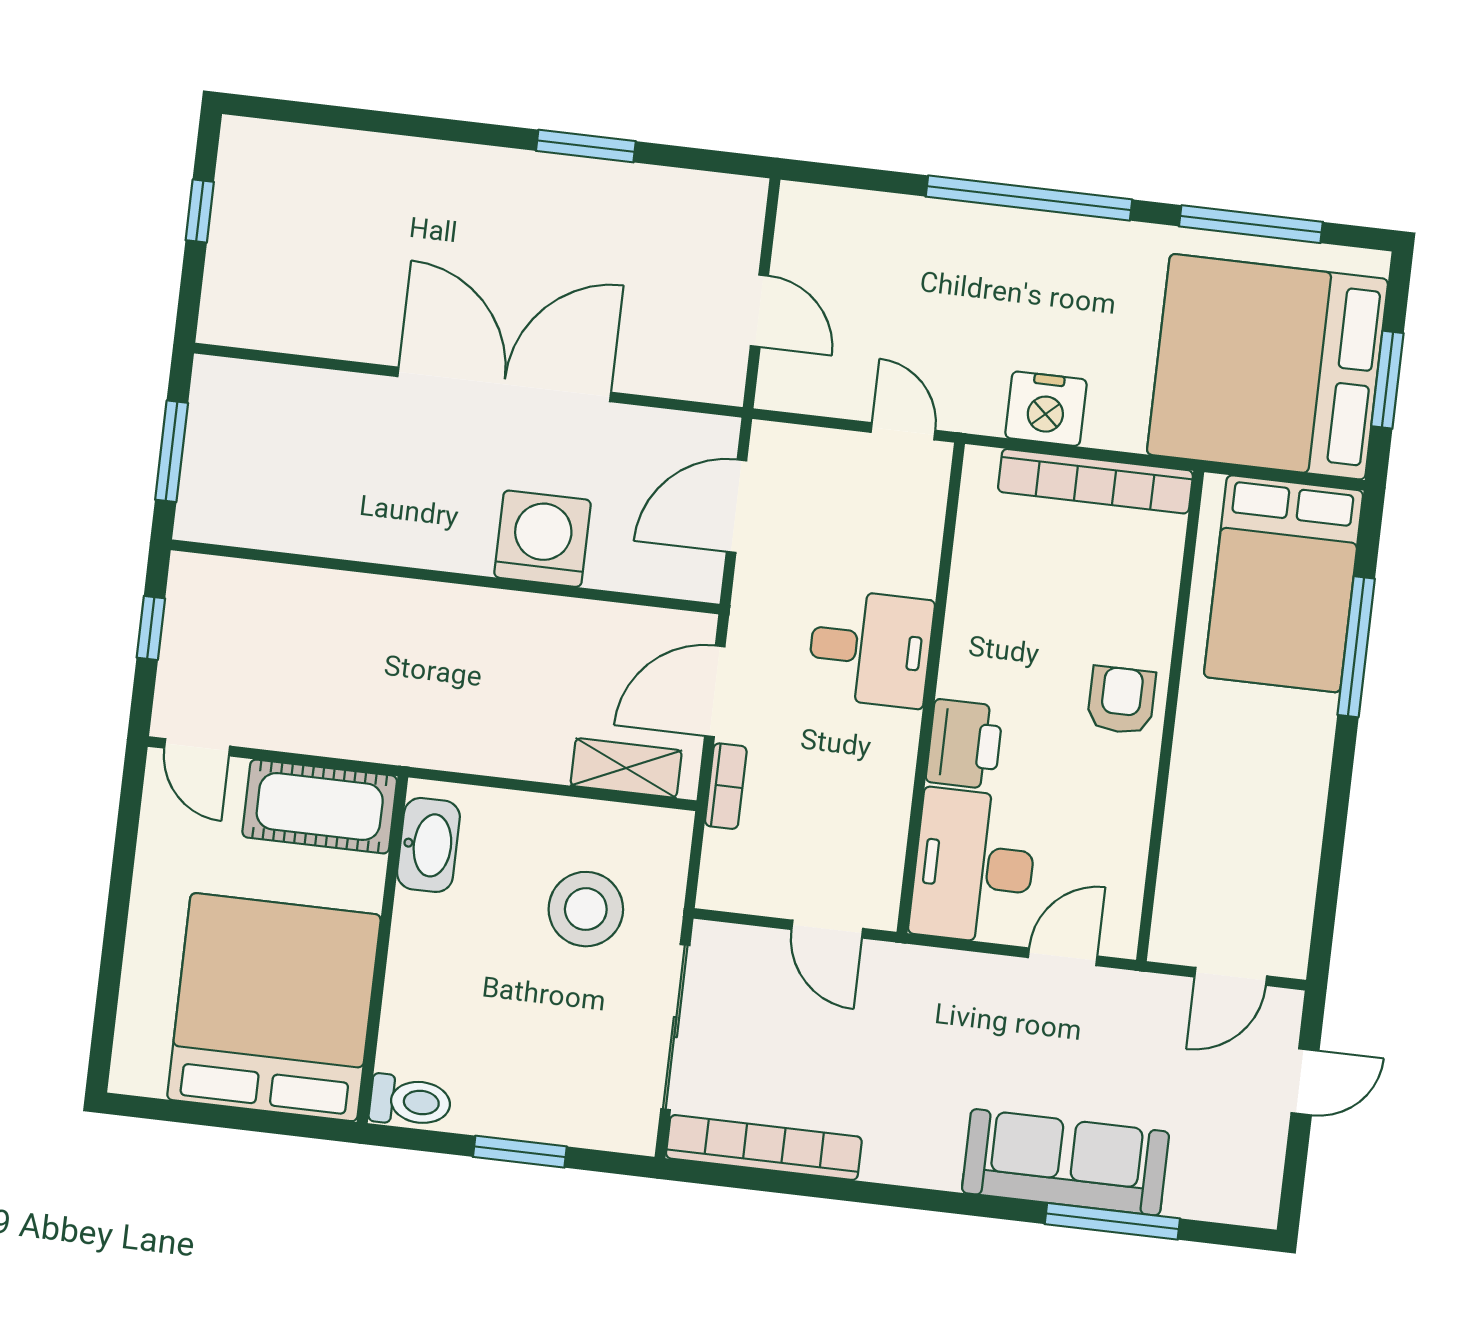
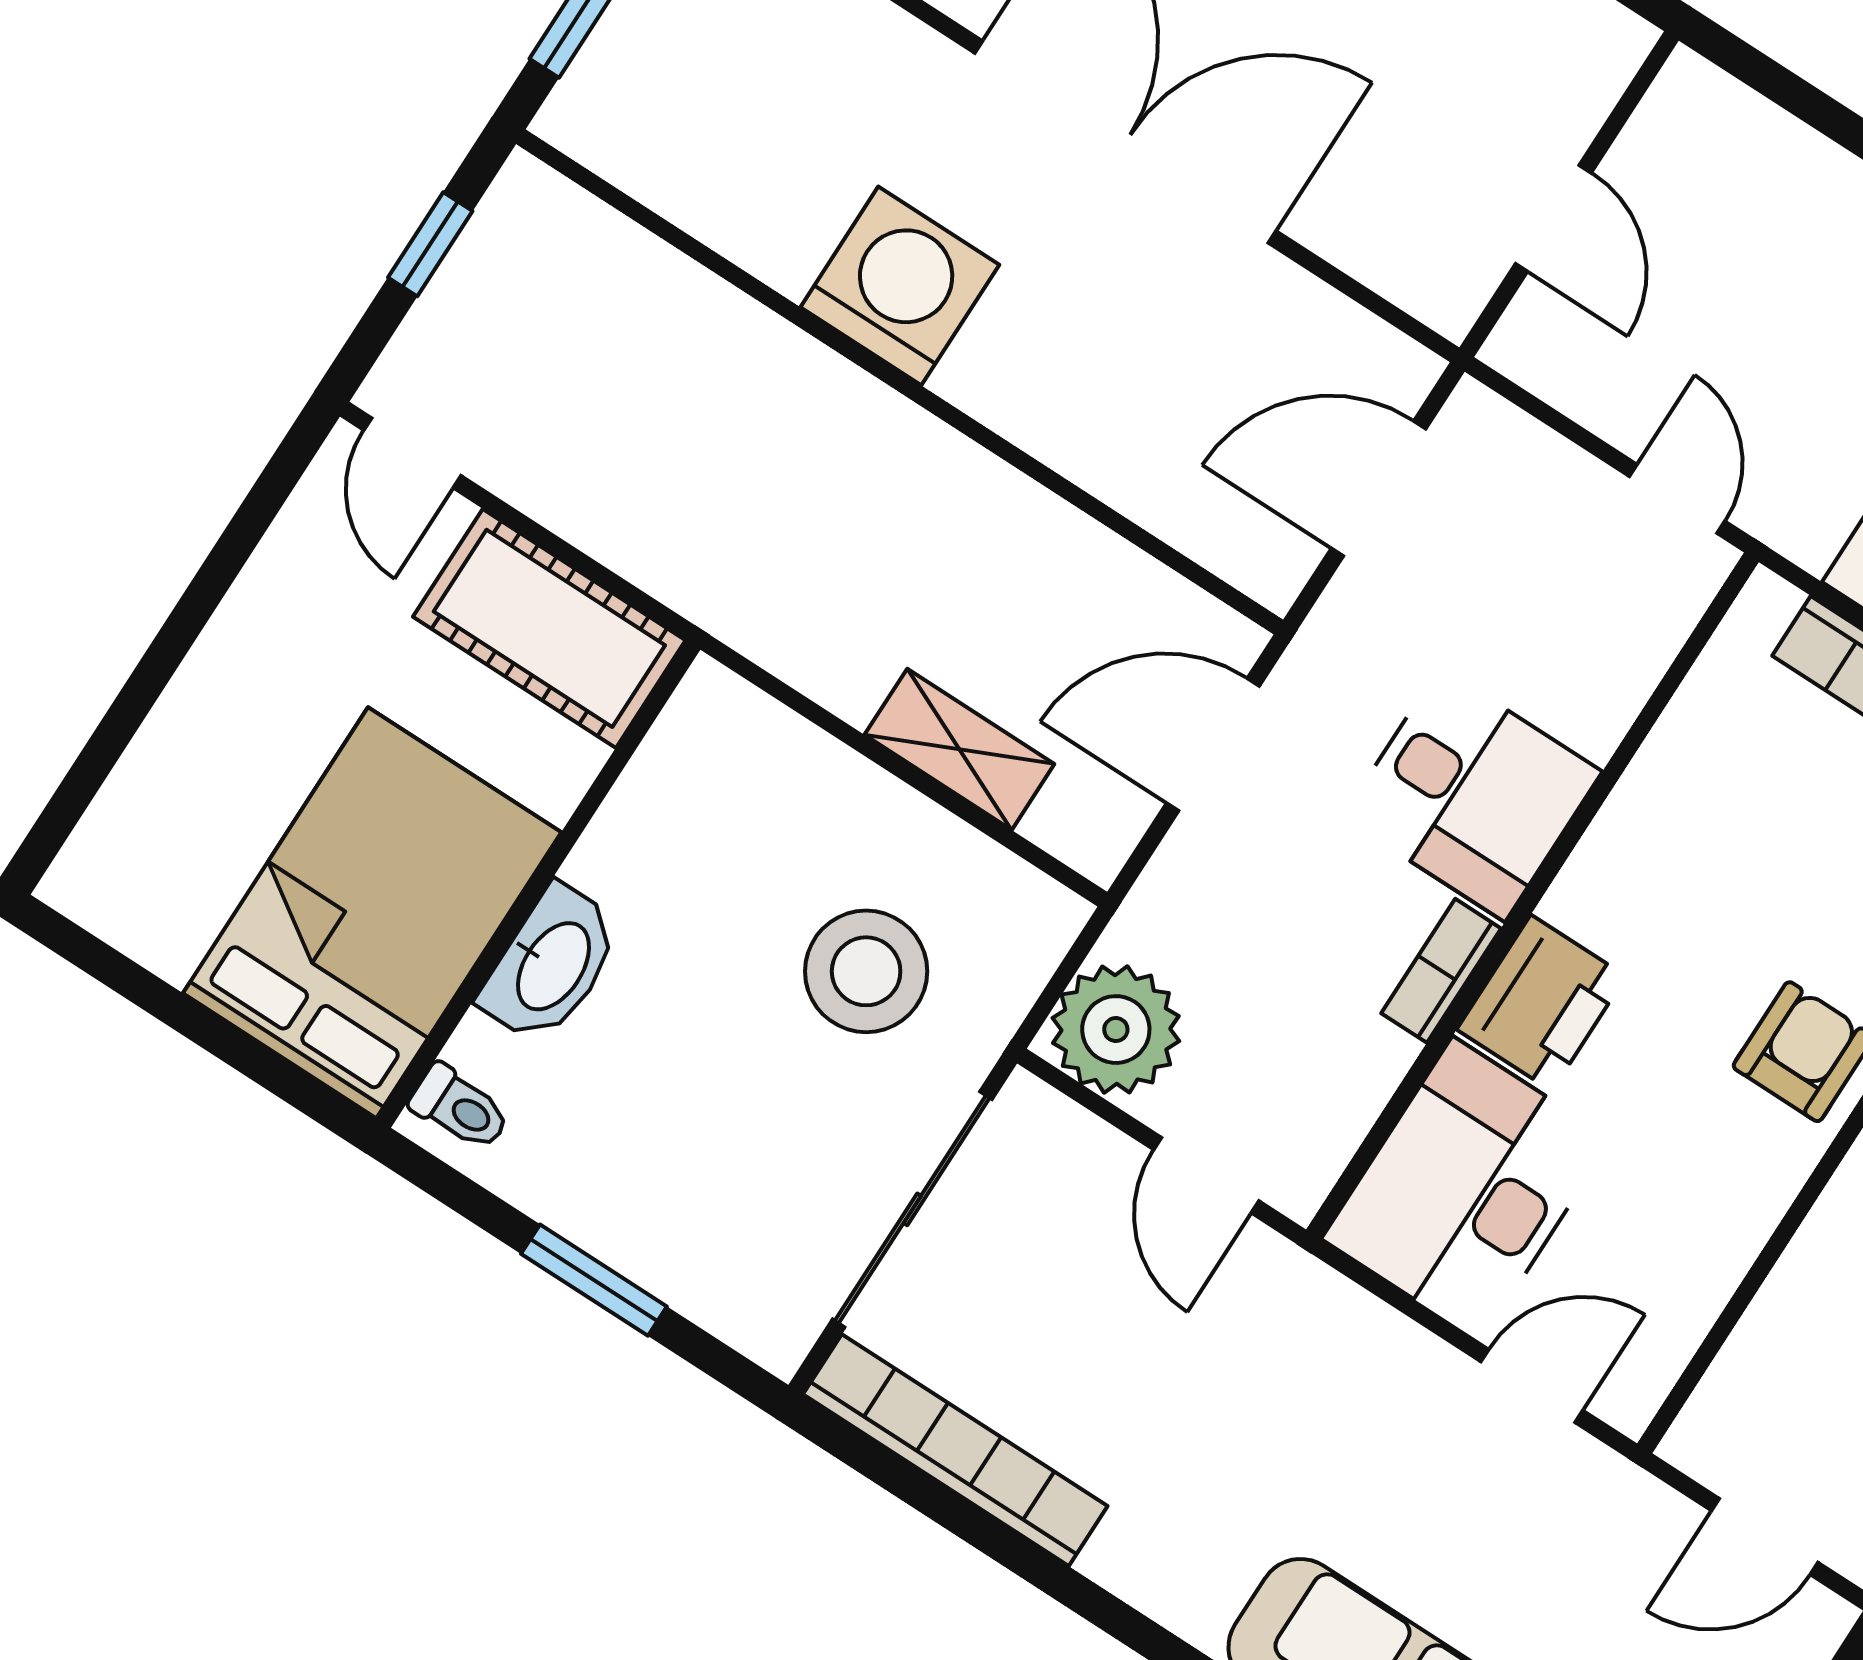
washing machine: (543, 539) -> (900, 286), moved
shelving: (626, 768) -> (959, 749), moved
bookcase: (726, 786) -> (1441, 971), moved, turned 180
washbasin: (428, 845) -> (551, 965), moved
plant: (738, 874) -> (1116, 1030), added
bed: (274, 1007) -> (372, 913), width x0.73
toilet: (410, 1101) -> (460, 1108), width x0.73, depth x0.72

